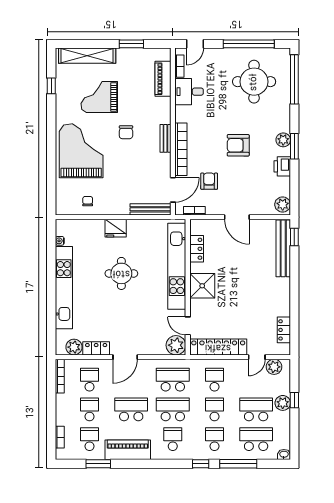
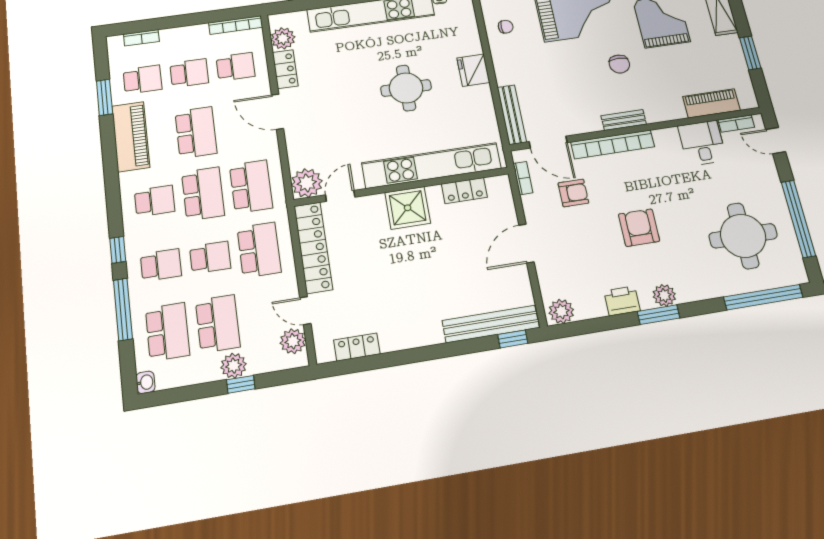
chair: (126, 132) -> (619, 64), turned -90
school desk: (214, 380) -> (259, 250), width x1.85

